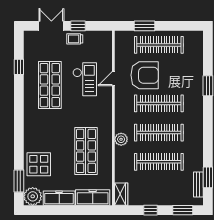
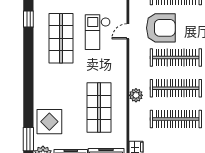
checkout: (85, 79) -> (98, 32), turned 180

